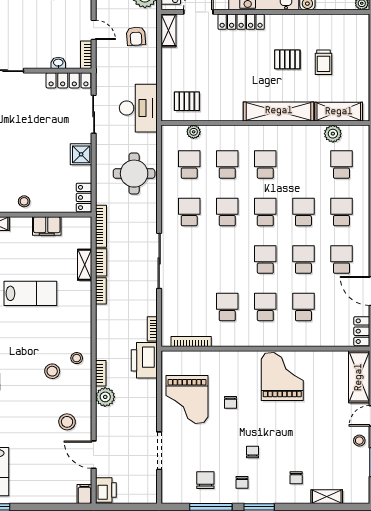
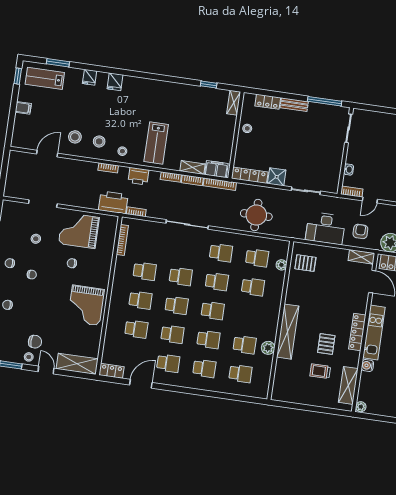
locker: (241, 22) -> (357, 332), moved
armchair: (136, 36) -> (360, 231), turned 94
locker: (68, 80) -> (334, 175), removed
pallet: (187, 101) -> (305, 263), turned 90
desk: (138, 108) -> (326, 228), moved
shelving: (339, 112) -> (348, 385), moved
plant: (333, 134) -> (268, 348), moved
school desk: (265, 165) -> (245, 345), moved
locker: (84, 197) -> (250, 175), width x1.53
filing cabinet: (47, 226) -> (216, 169), moved, turned 90
school desk: (227, 260) -> (181, 276), added
lab bench: (30, 293) -> (156, 143), moved
stool: (52, 371) -> (99, 141), moved
grand piano: (282, 376) -> (86, 305), turned 90
plant: (105, 397) -> (90, 169), removed
stool: (206, 453) -> (36, 239), added
chair: (205, 480) -> (35, 342), moved
printer: (106, 490) -> (138, 176), moved
filing cabinet: (84, 494) -> (23, 108), moved

